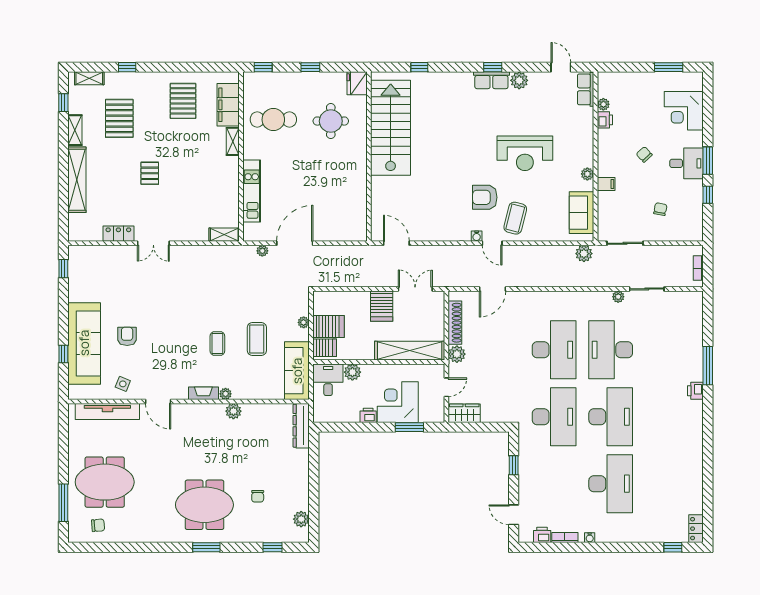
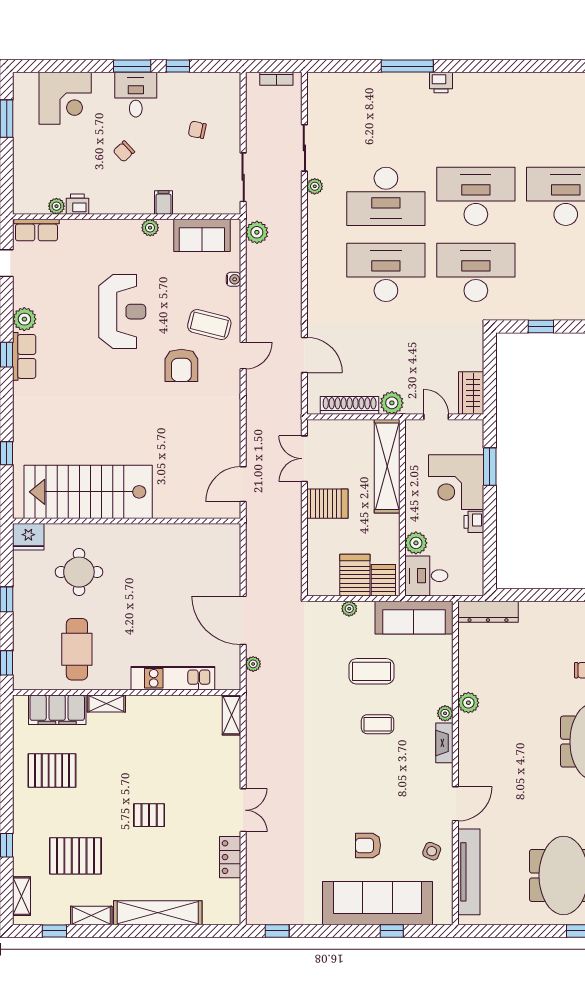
water cooler: (477, 236) -> (234, 279), moved

